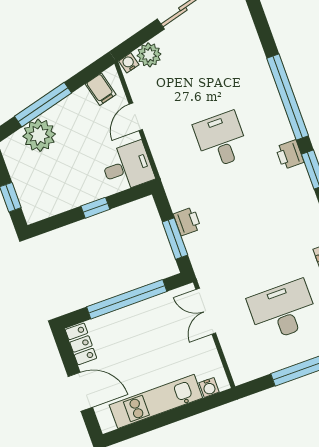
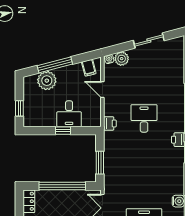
door: (136, 117) -> (102, 89), hinge flipped
desk: (127, 167) -> (69, 114), moved, turned 90
printer: (187, 221) -> (110, 123), moved

